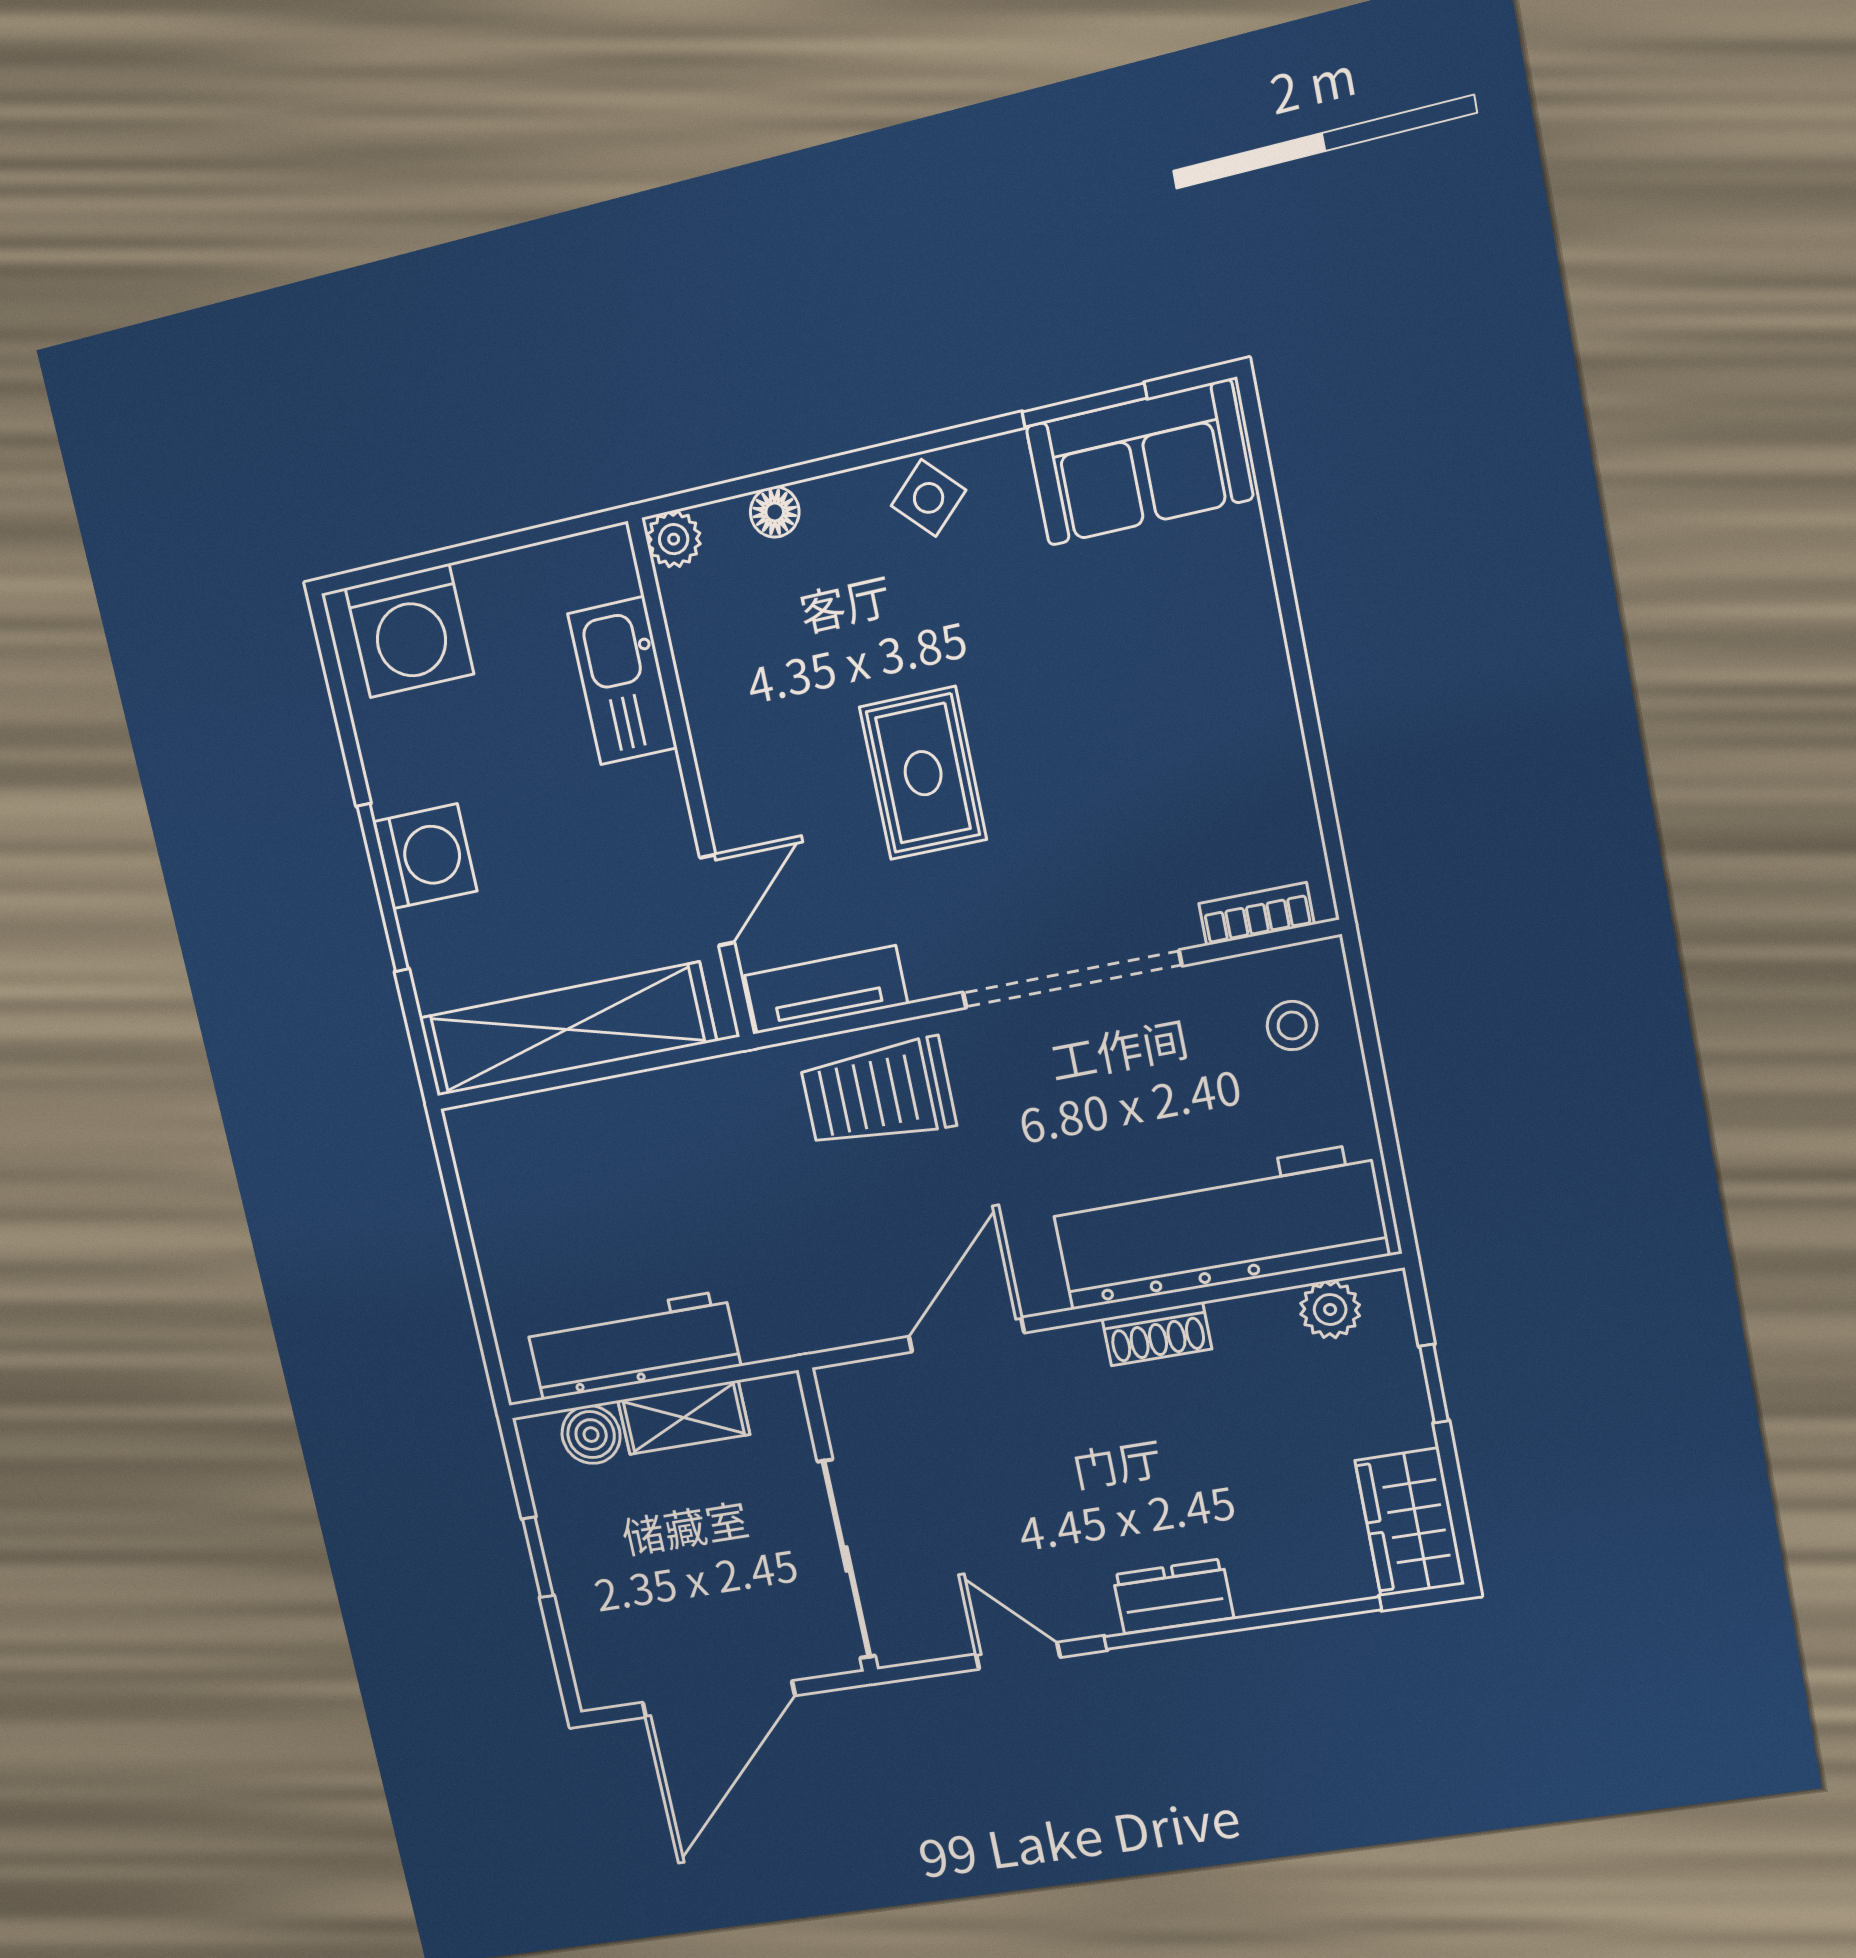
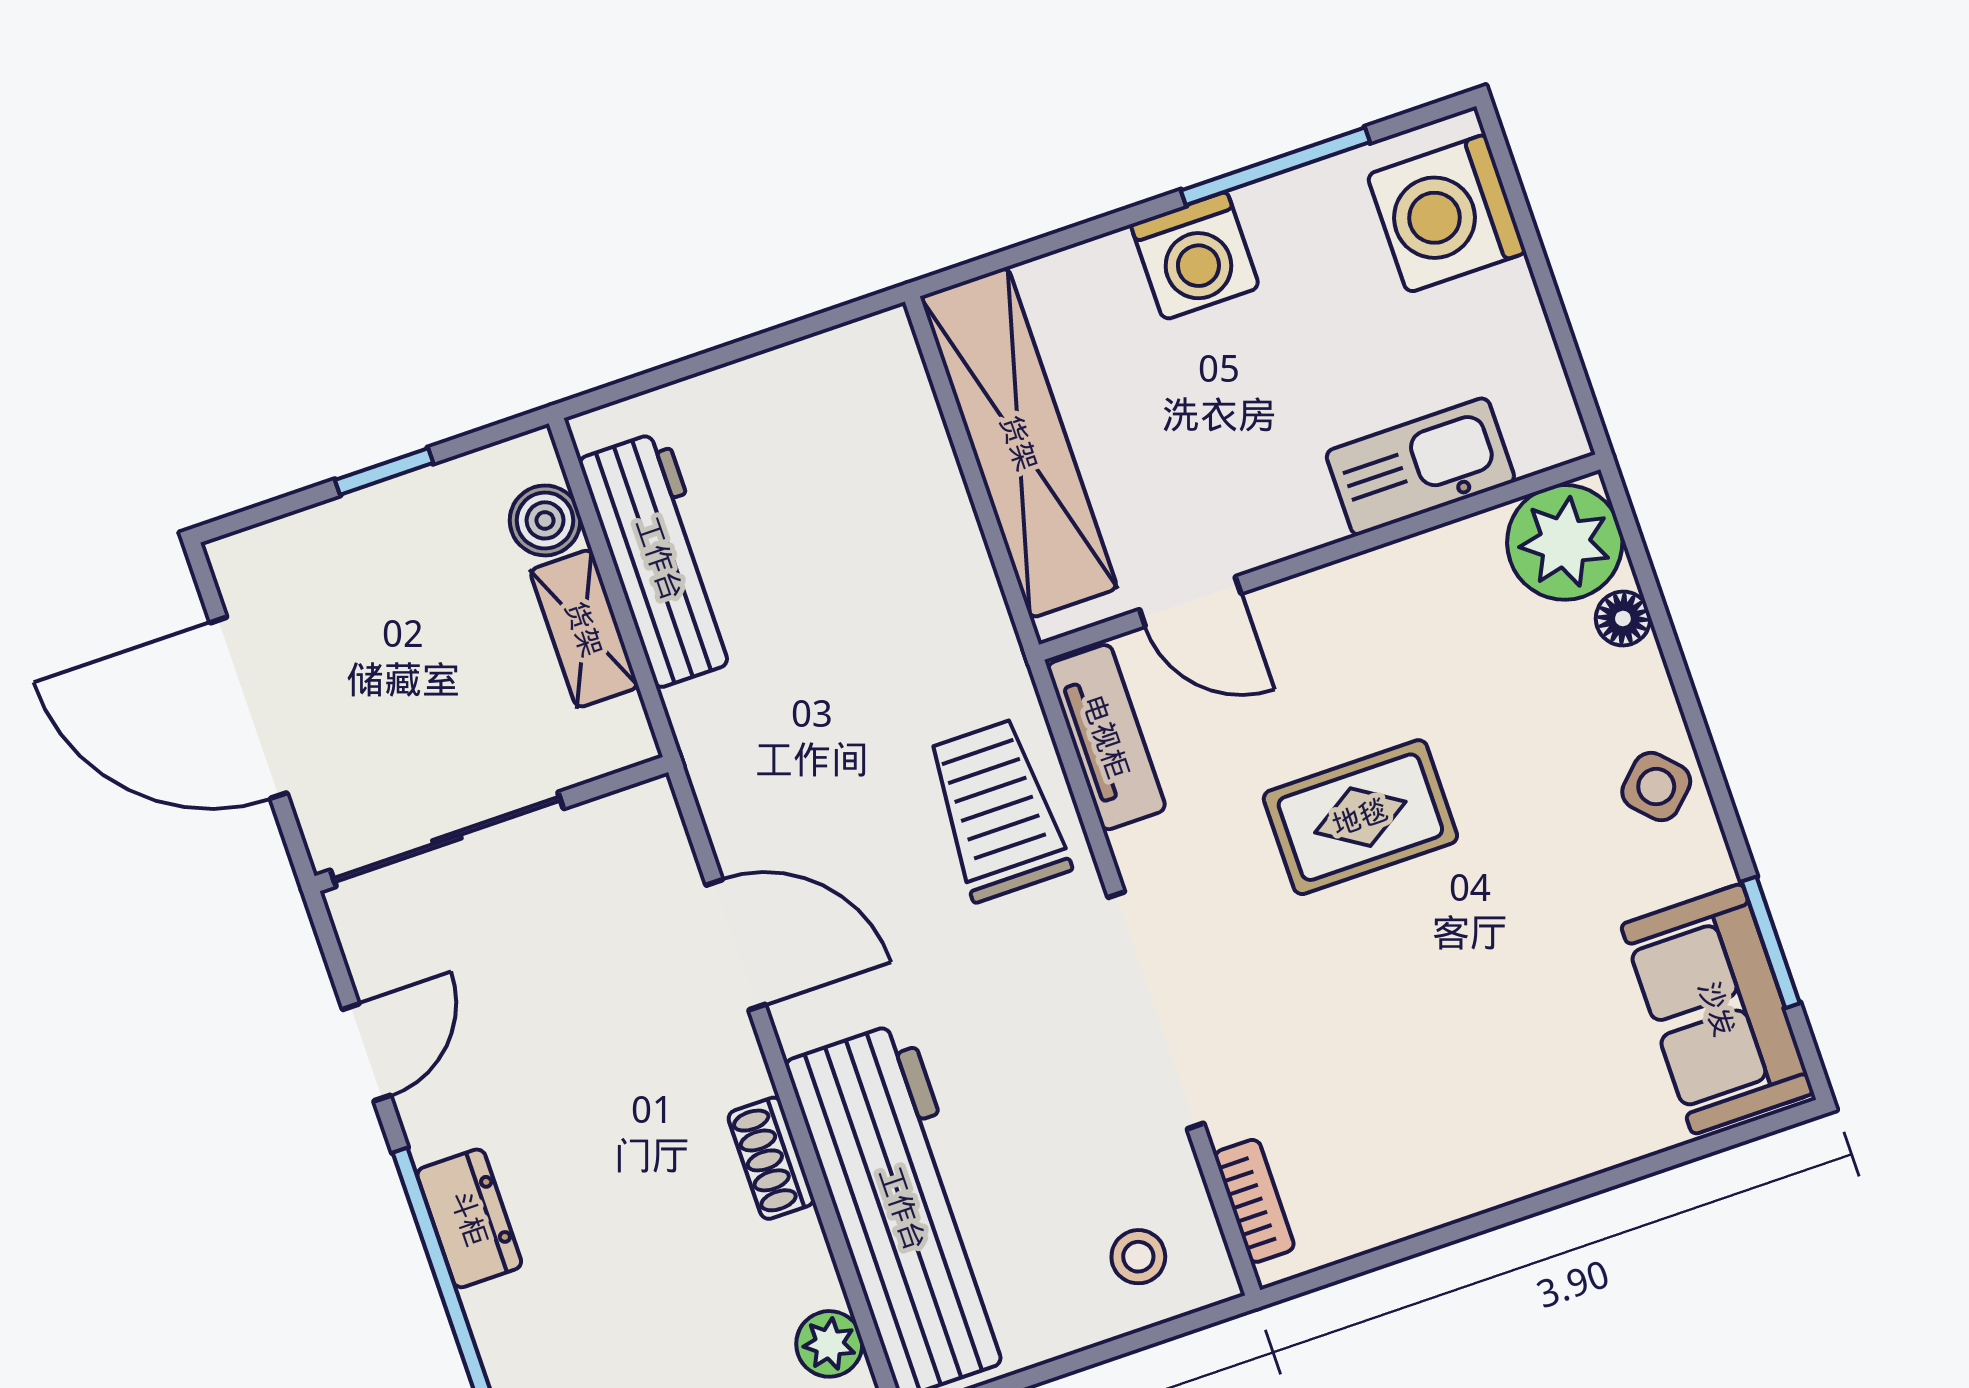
plant: (674, 539) -> (1565, 542), width x1.87, depth x1.87
window: (383, 888) -> (1275, 166), moved

